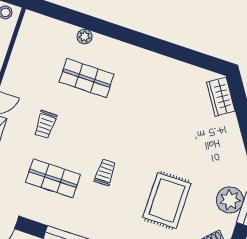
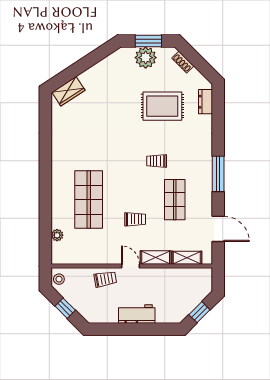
plant: (85, 36) -> (57, 235), moved
shop shelf: (87, 78) -> (89, 200), width x1.43, depth x1.36

